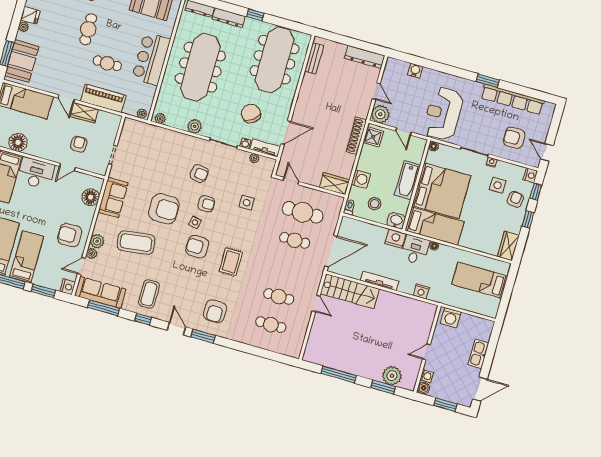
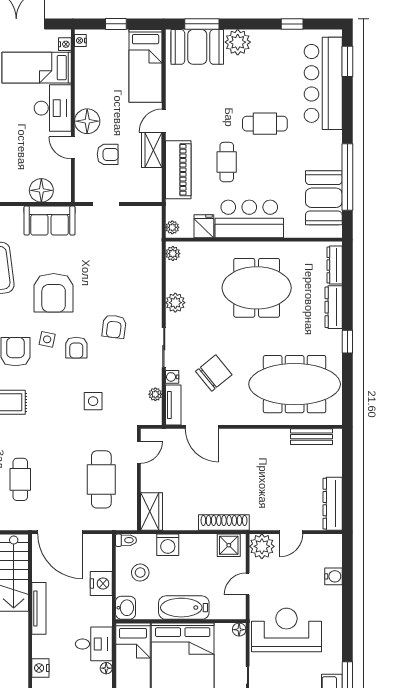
fridge: (30, 15) -> (204, 226), moved, turned 180
plant: (24, 27) -> (238, 42), width x1.88, depth x1.88
meeting table: (200, 67) -> (257, 288), width x0.73
floor lamp: (18, 142) -> (87, 121), moved
nightstand: (395, 239) -> (101, 583), moved
cafe table: (295, 240) -> (20, 479), moved

